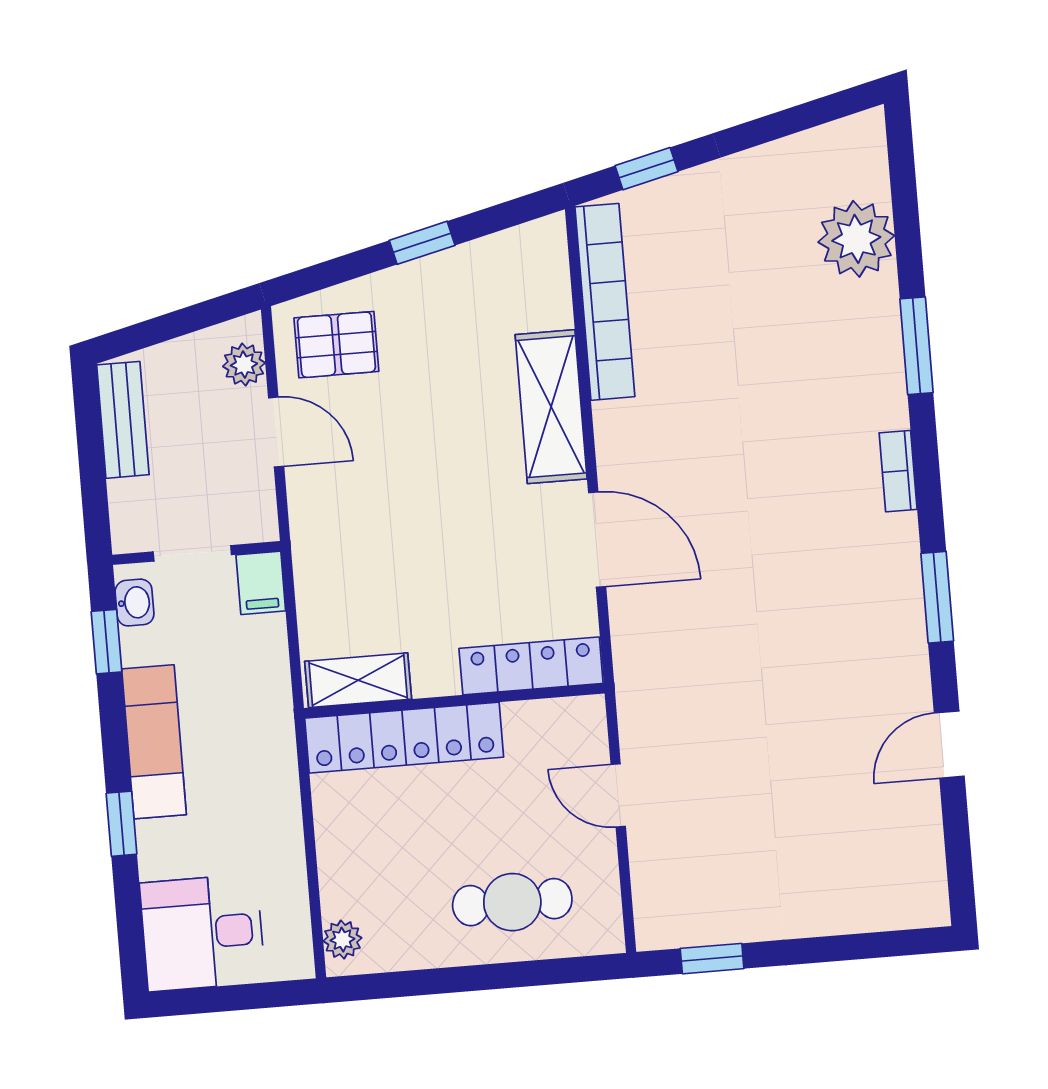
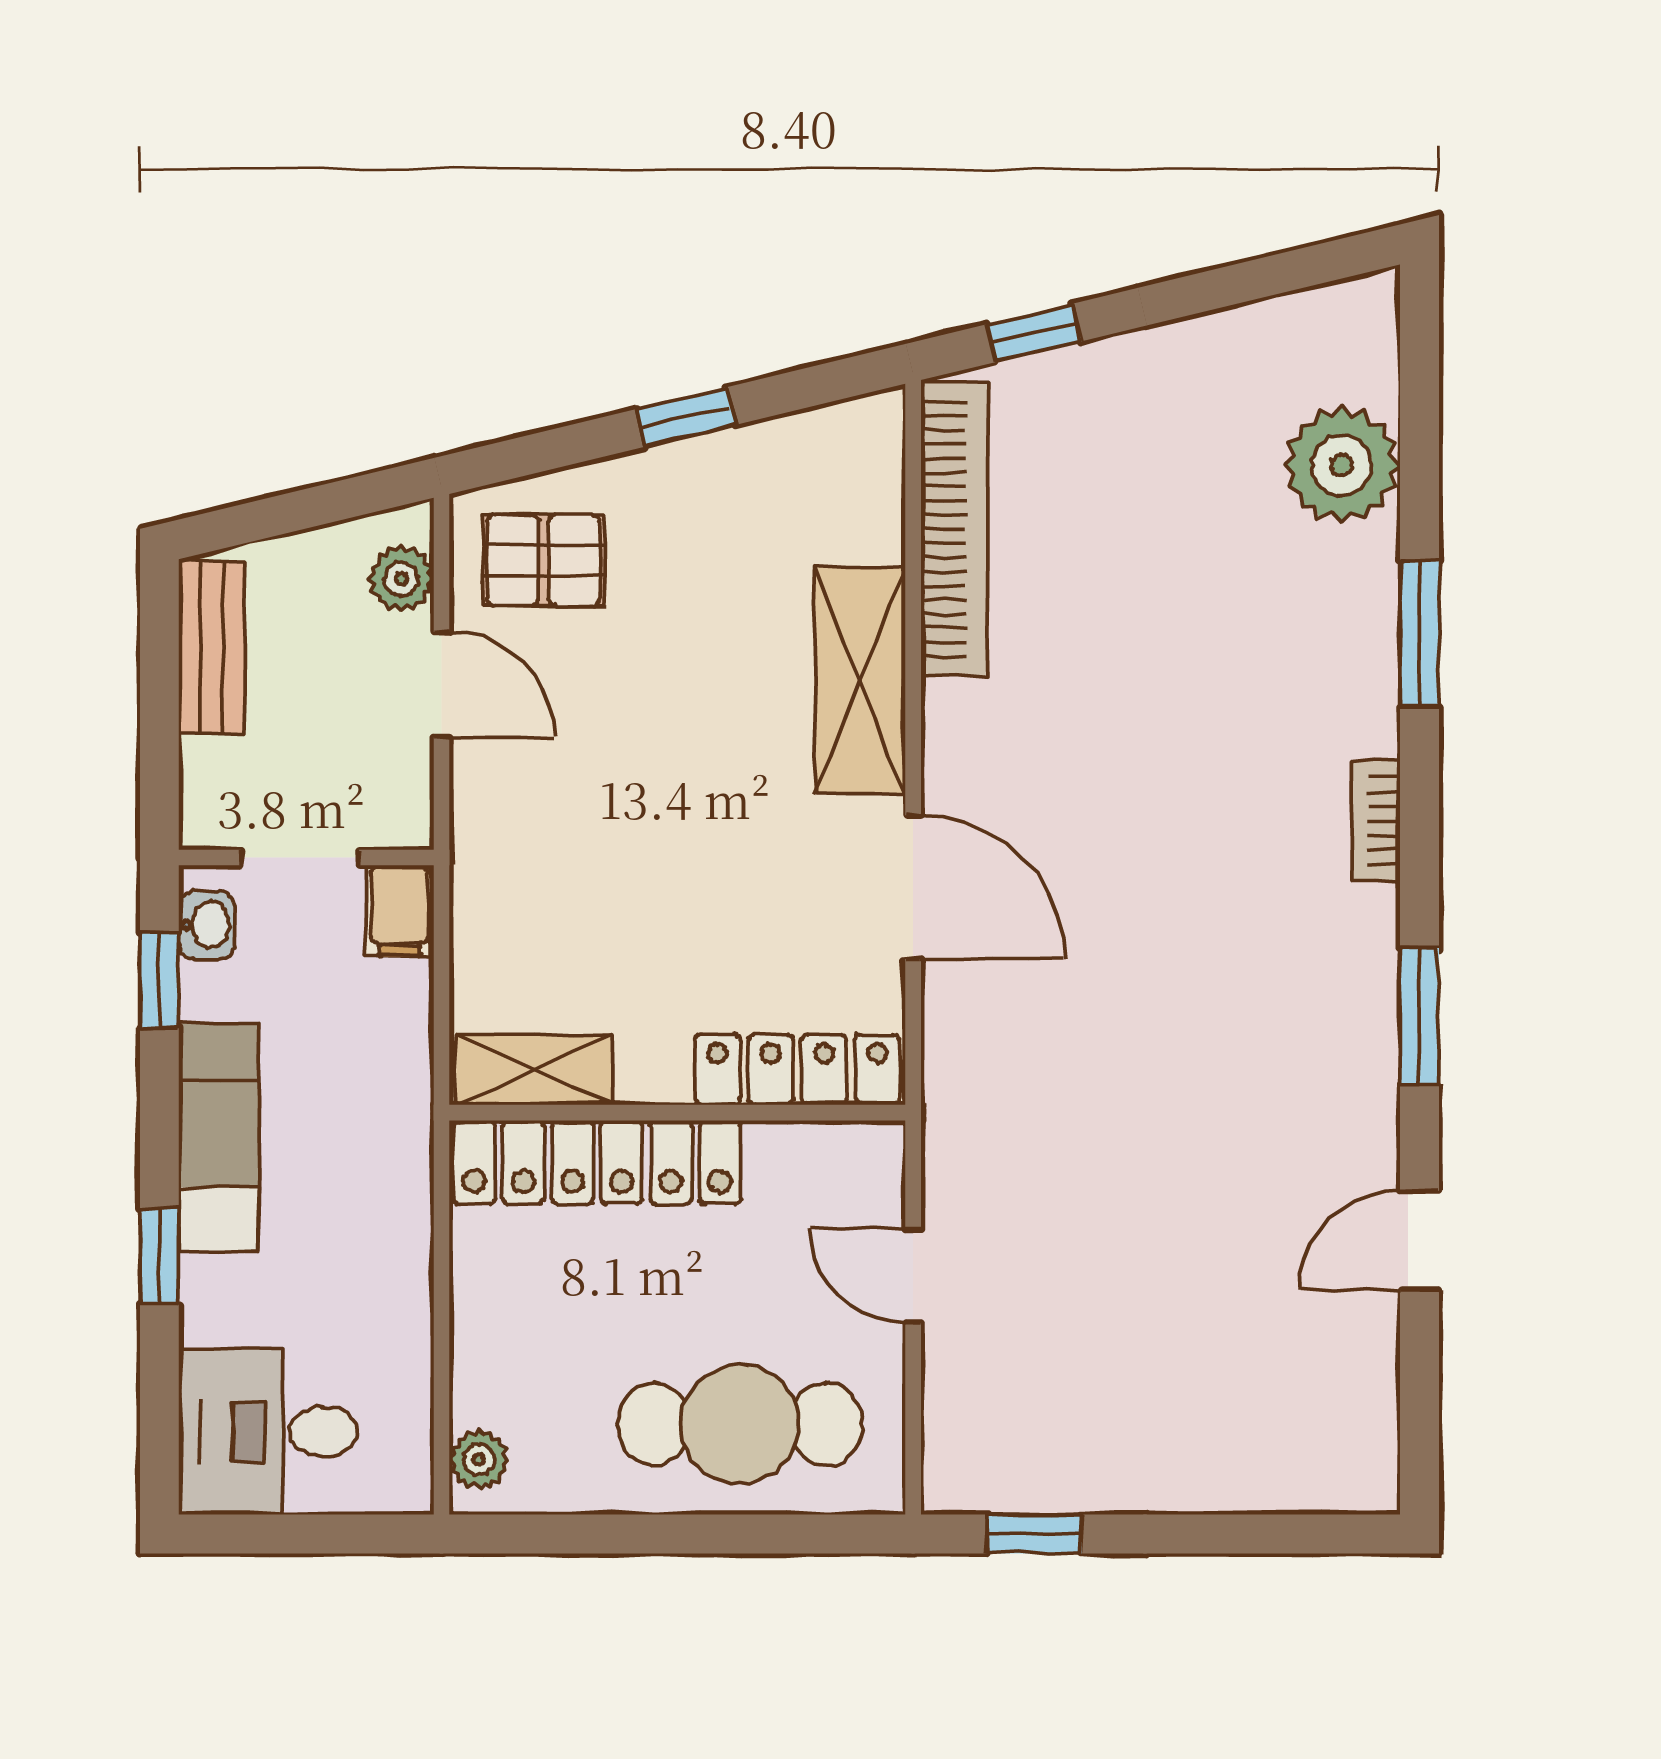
cafe table: (512, 902) -> (740, 1424), width x1.37, depth x1.35

